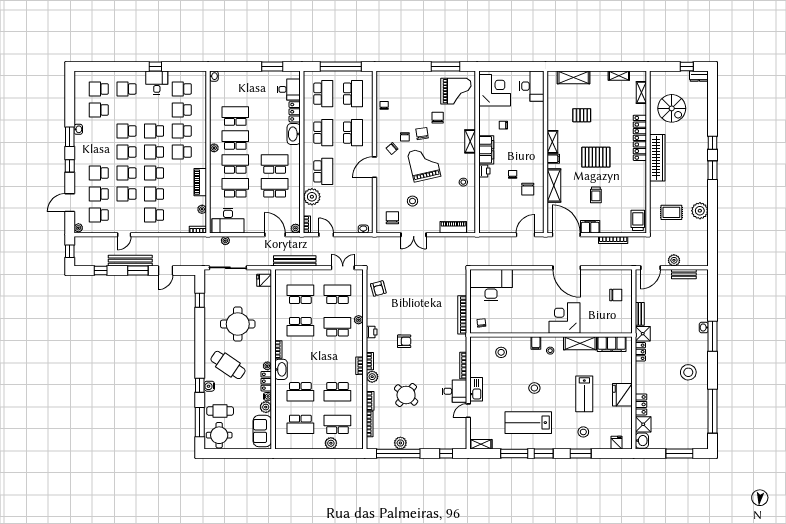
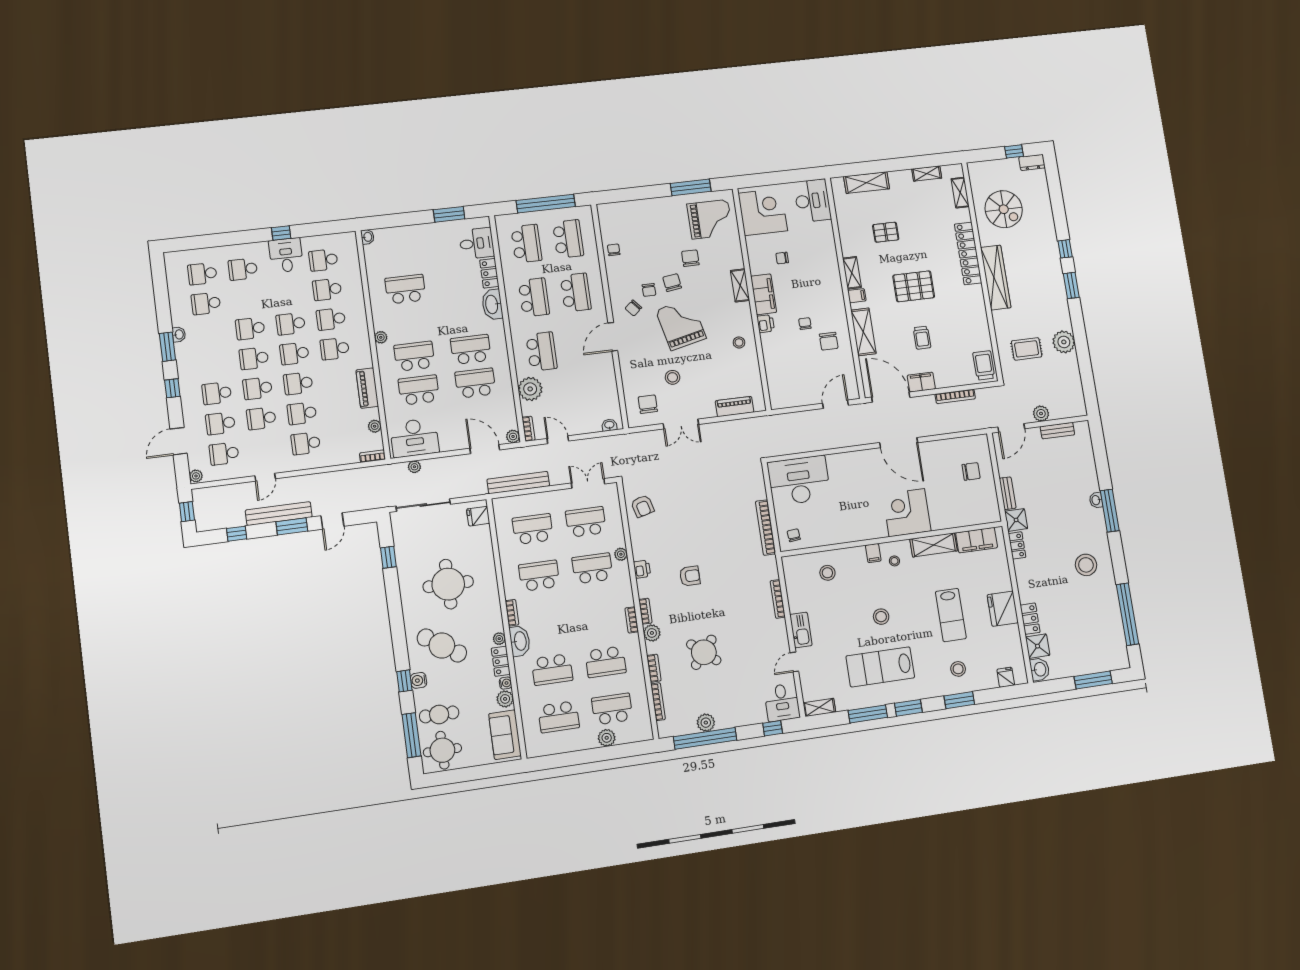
school desk: (235, 140) -> (410, 323), removed
school desk: (300, 327) -> (539, 576), turned 180
desk: (454, 391) -> (782, 702), moved, turned 90

